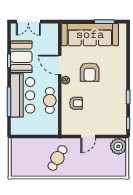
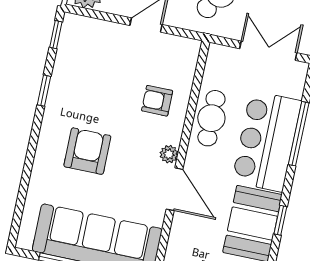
armchair: (90, 72) -> (87, 151), moved
double door: (31, 136) -> (268, 51), added

